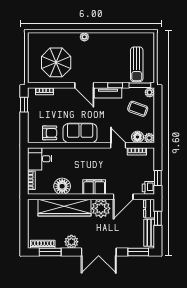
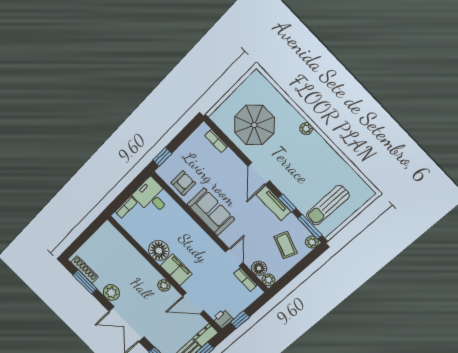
window: (24, 105) -> (162, 157), moved
armchair: (50, 133) -> (183, 183), turned -90
floor lamp: (62, 186) -> (159, 251), moved
wardrobe: (64, 208) -> (133, 260), removed
plant: (101, 208) -> (164, 285), width x0.53, depth x0.53

